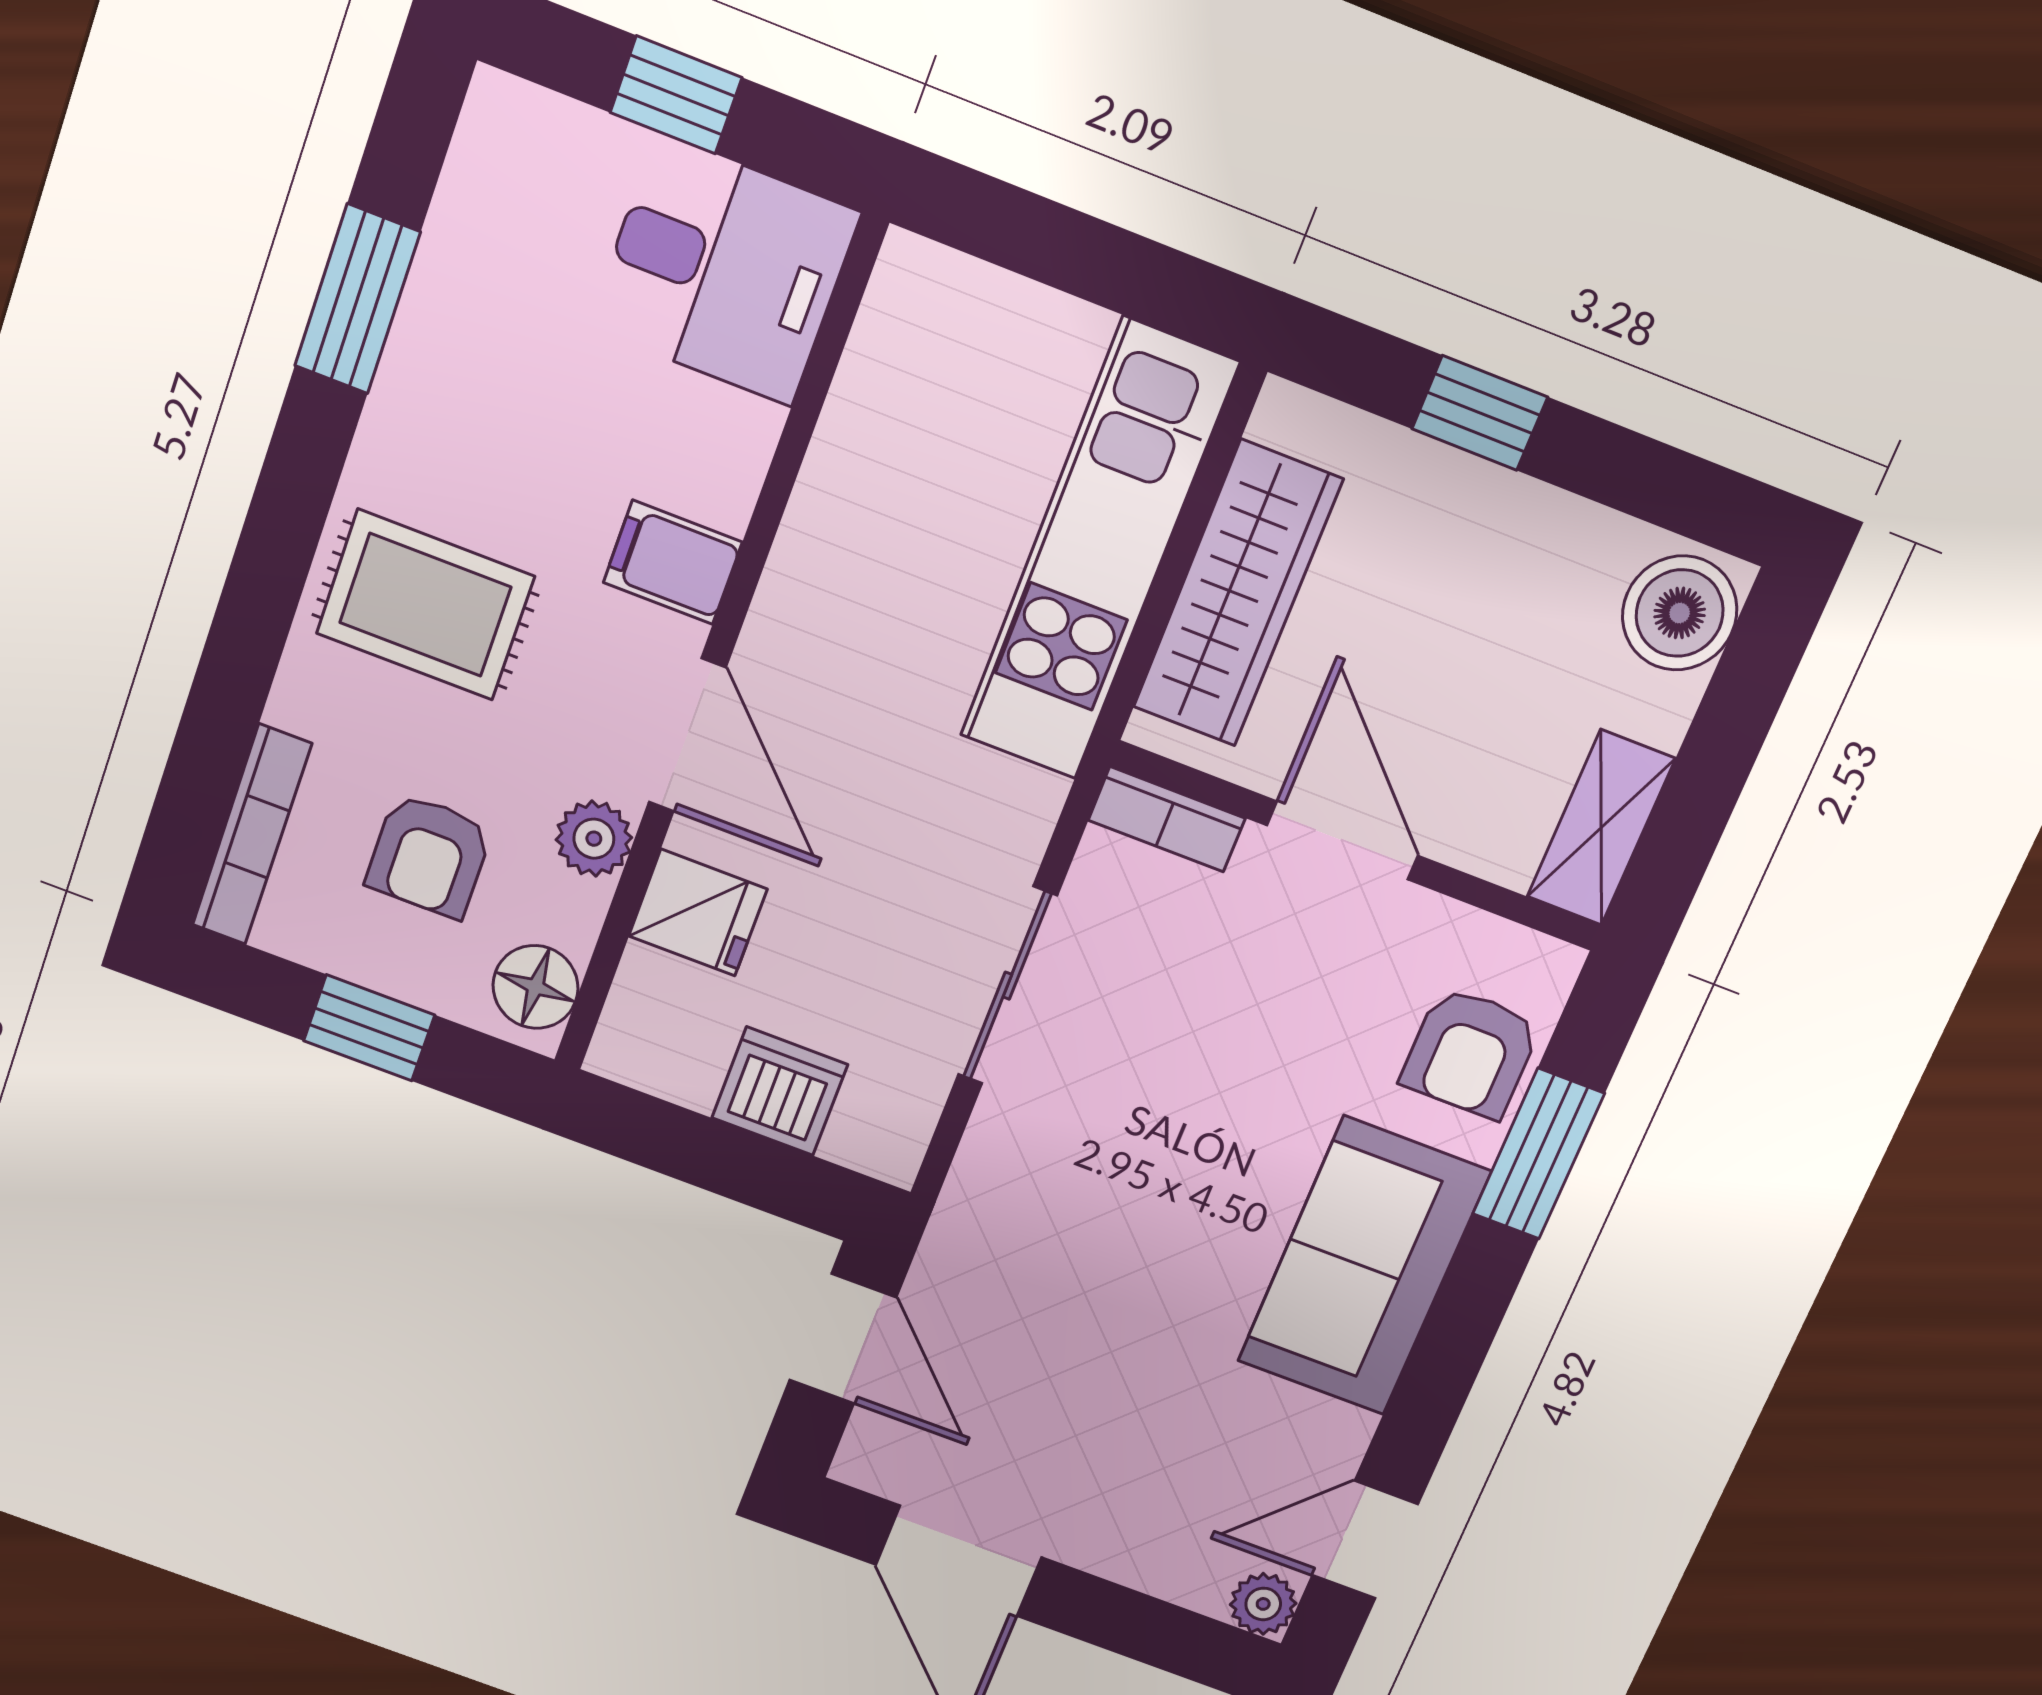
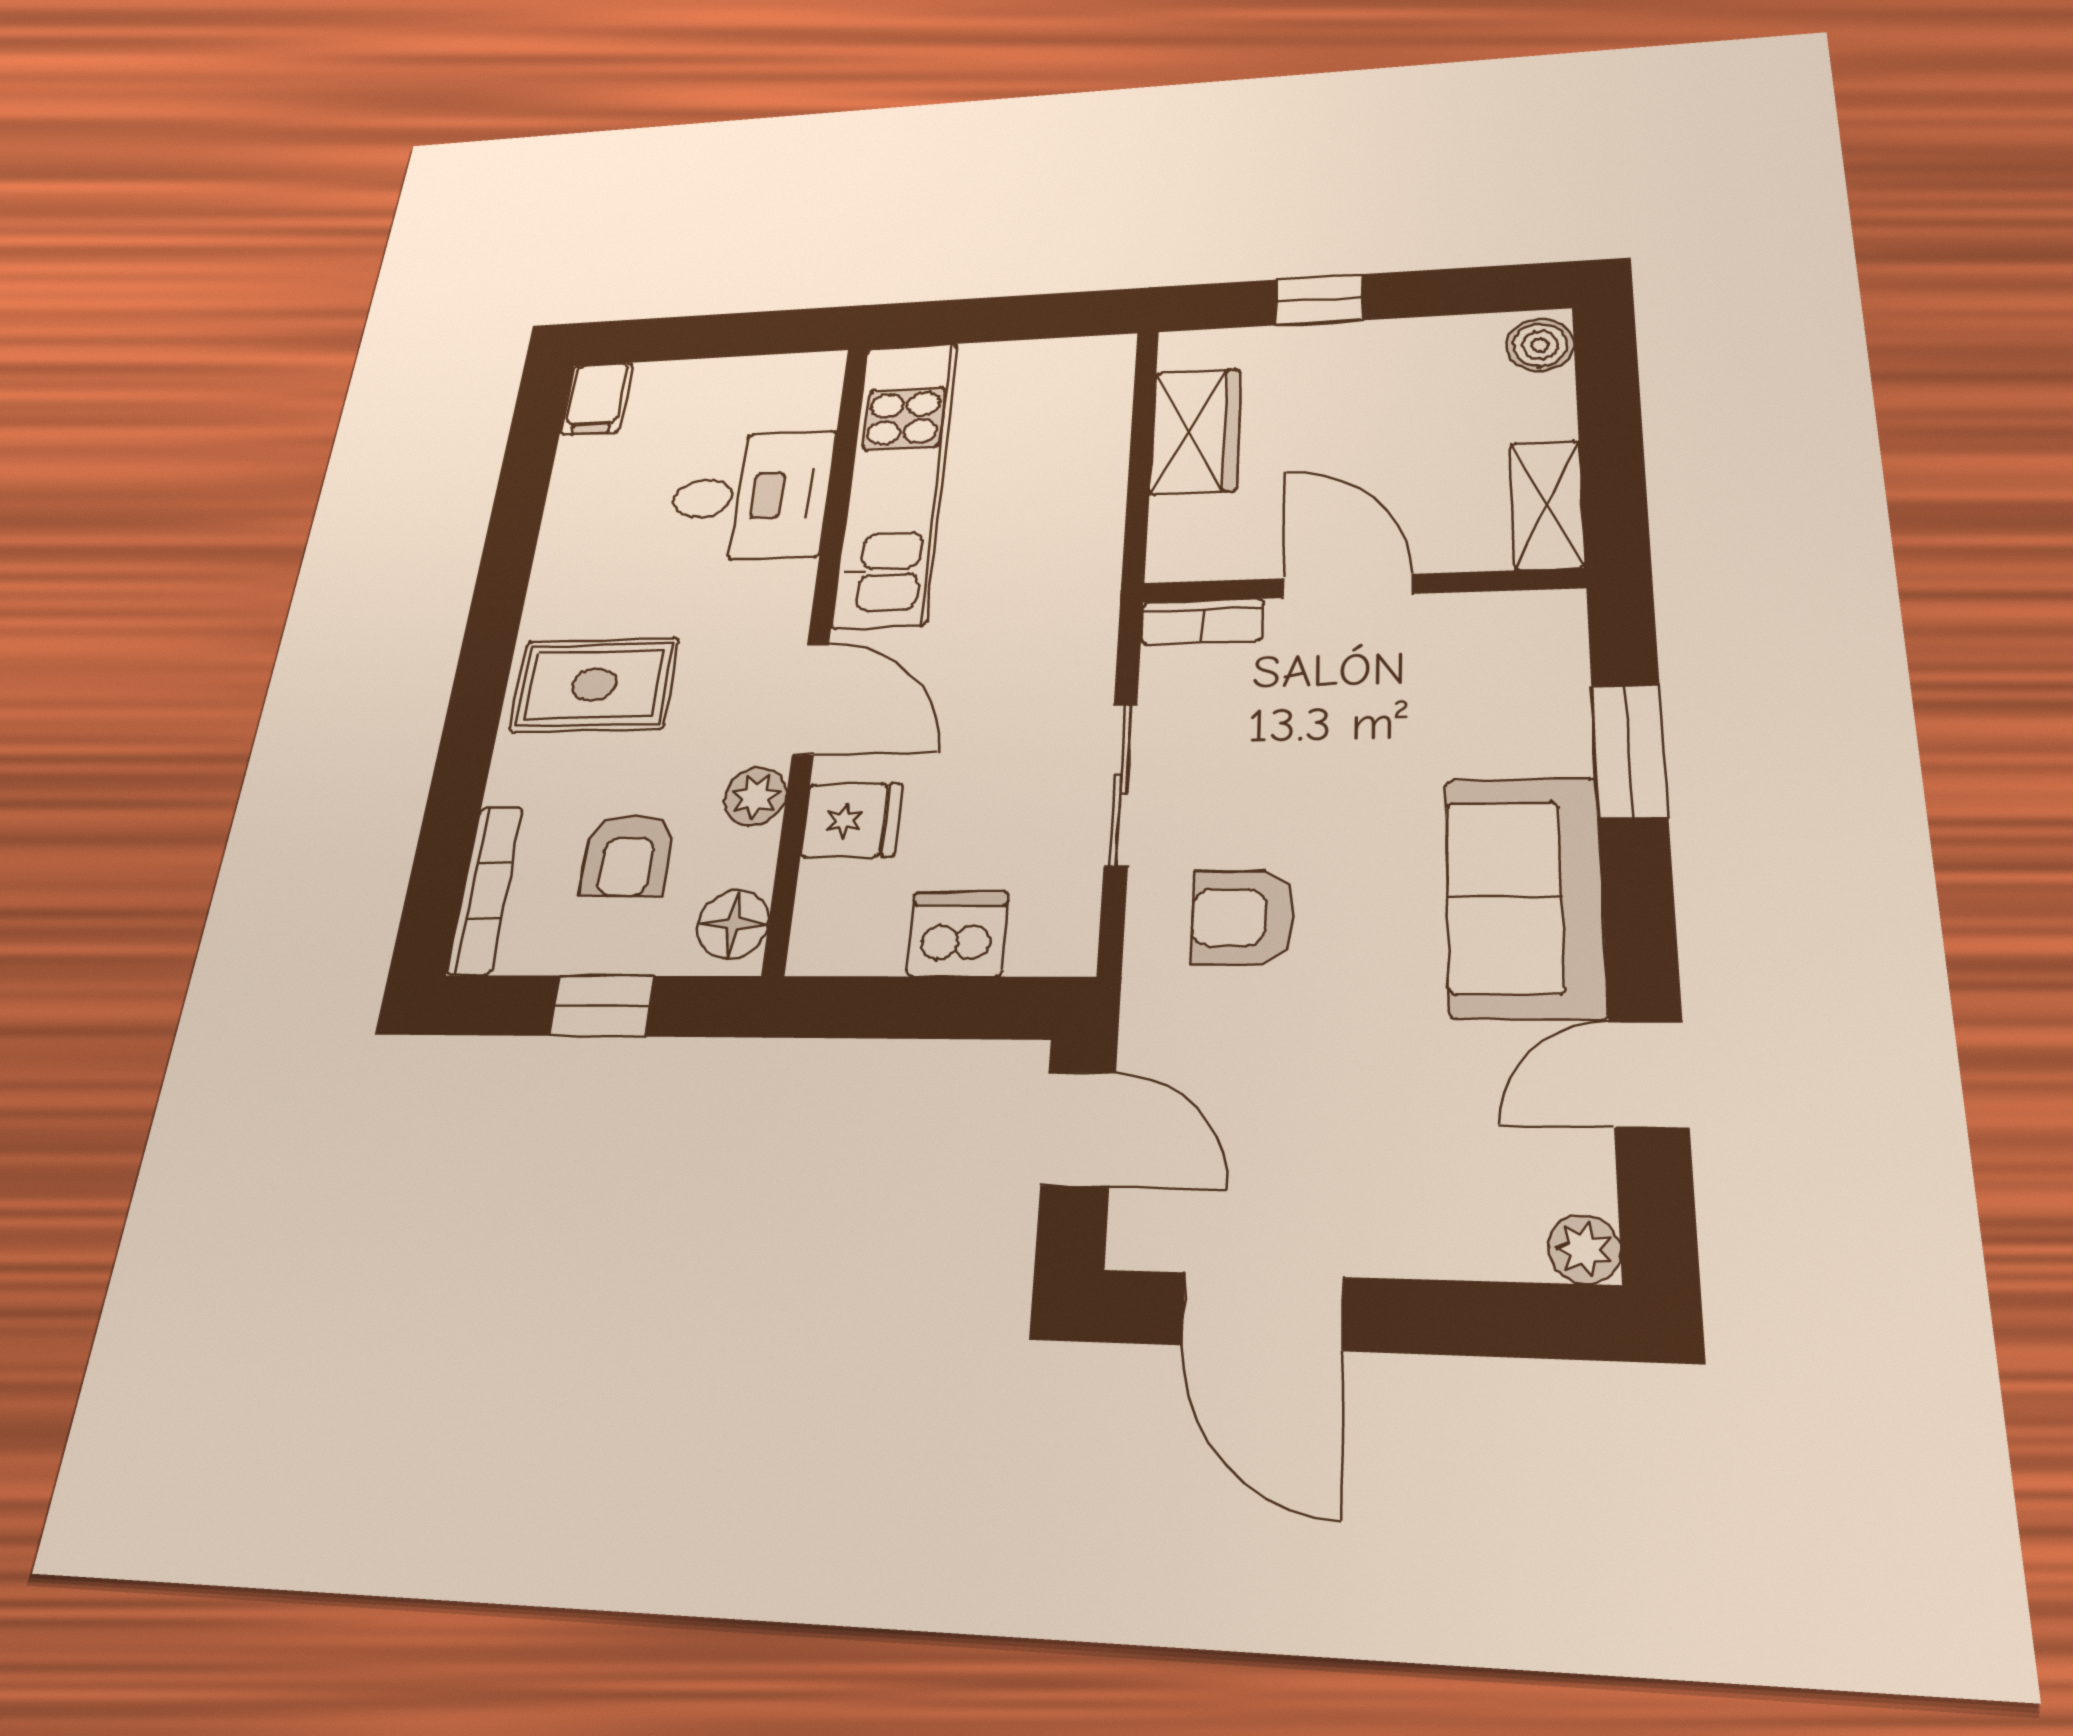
window: (676, 95) -> (707, 336), removed
desk: (724, 270) -> (750, 496), moved
window: (357, 299) -> (516, 519), removed
kitchen unit: (1099, 551) -> (896, 482), moved, turned 180
filing cabinet: (673, 562) -> (597, 398), moved, turned -90
wardrobe: (1238, 594) -> (1195, 432), width x0.67
boiler: (1680, 613) -> (1540, 345), width x0.73, depth x0.73
armchair: (1471, 1053) -> (1243, 917), moved, turned 90
door: (1365, 1540) -> (1648, 1074), moved

